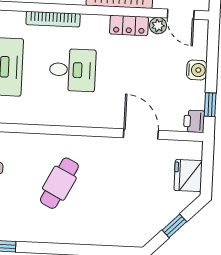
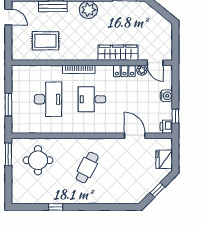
desk: (73, 70) -> (92, 99), turned 180

